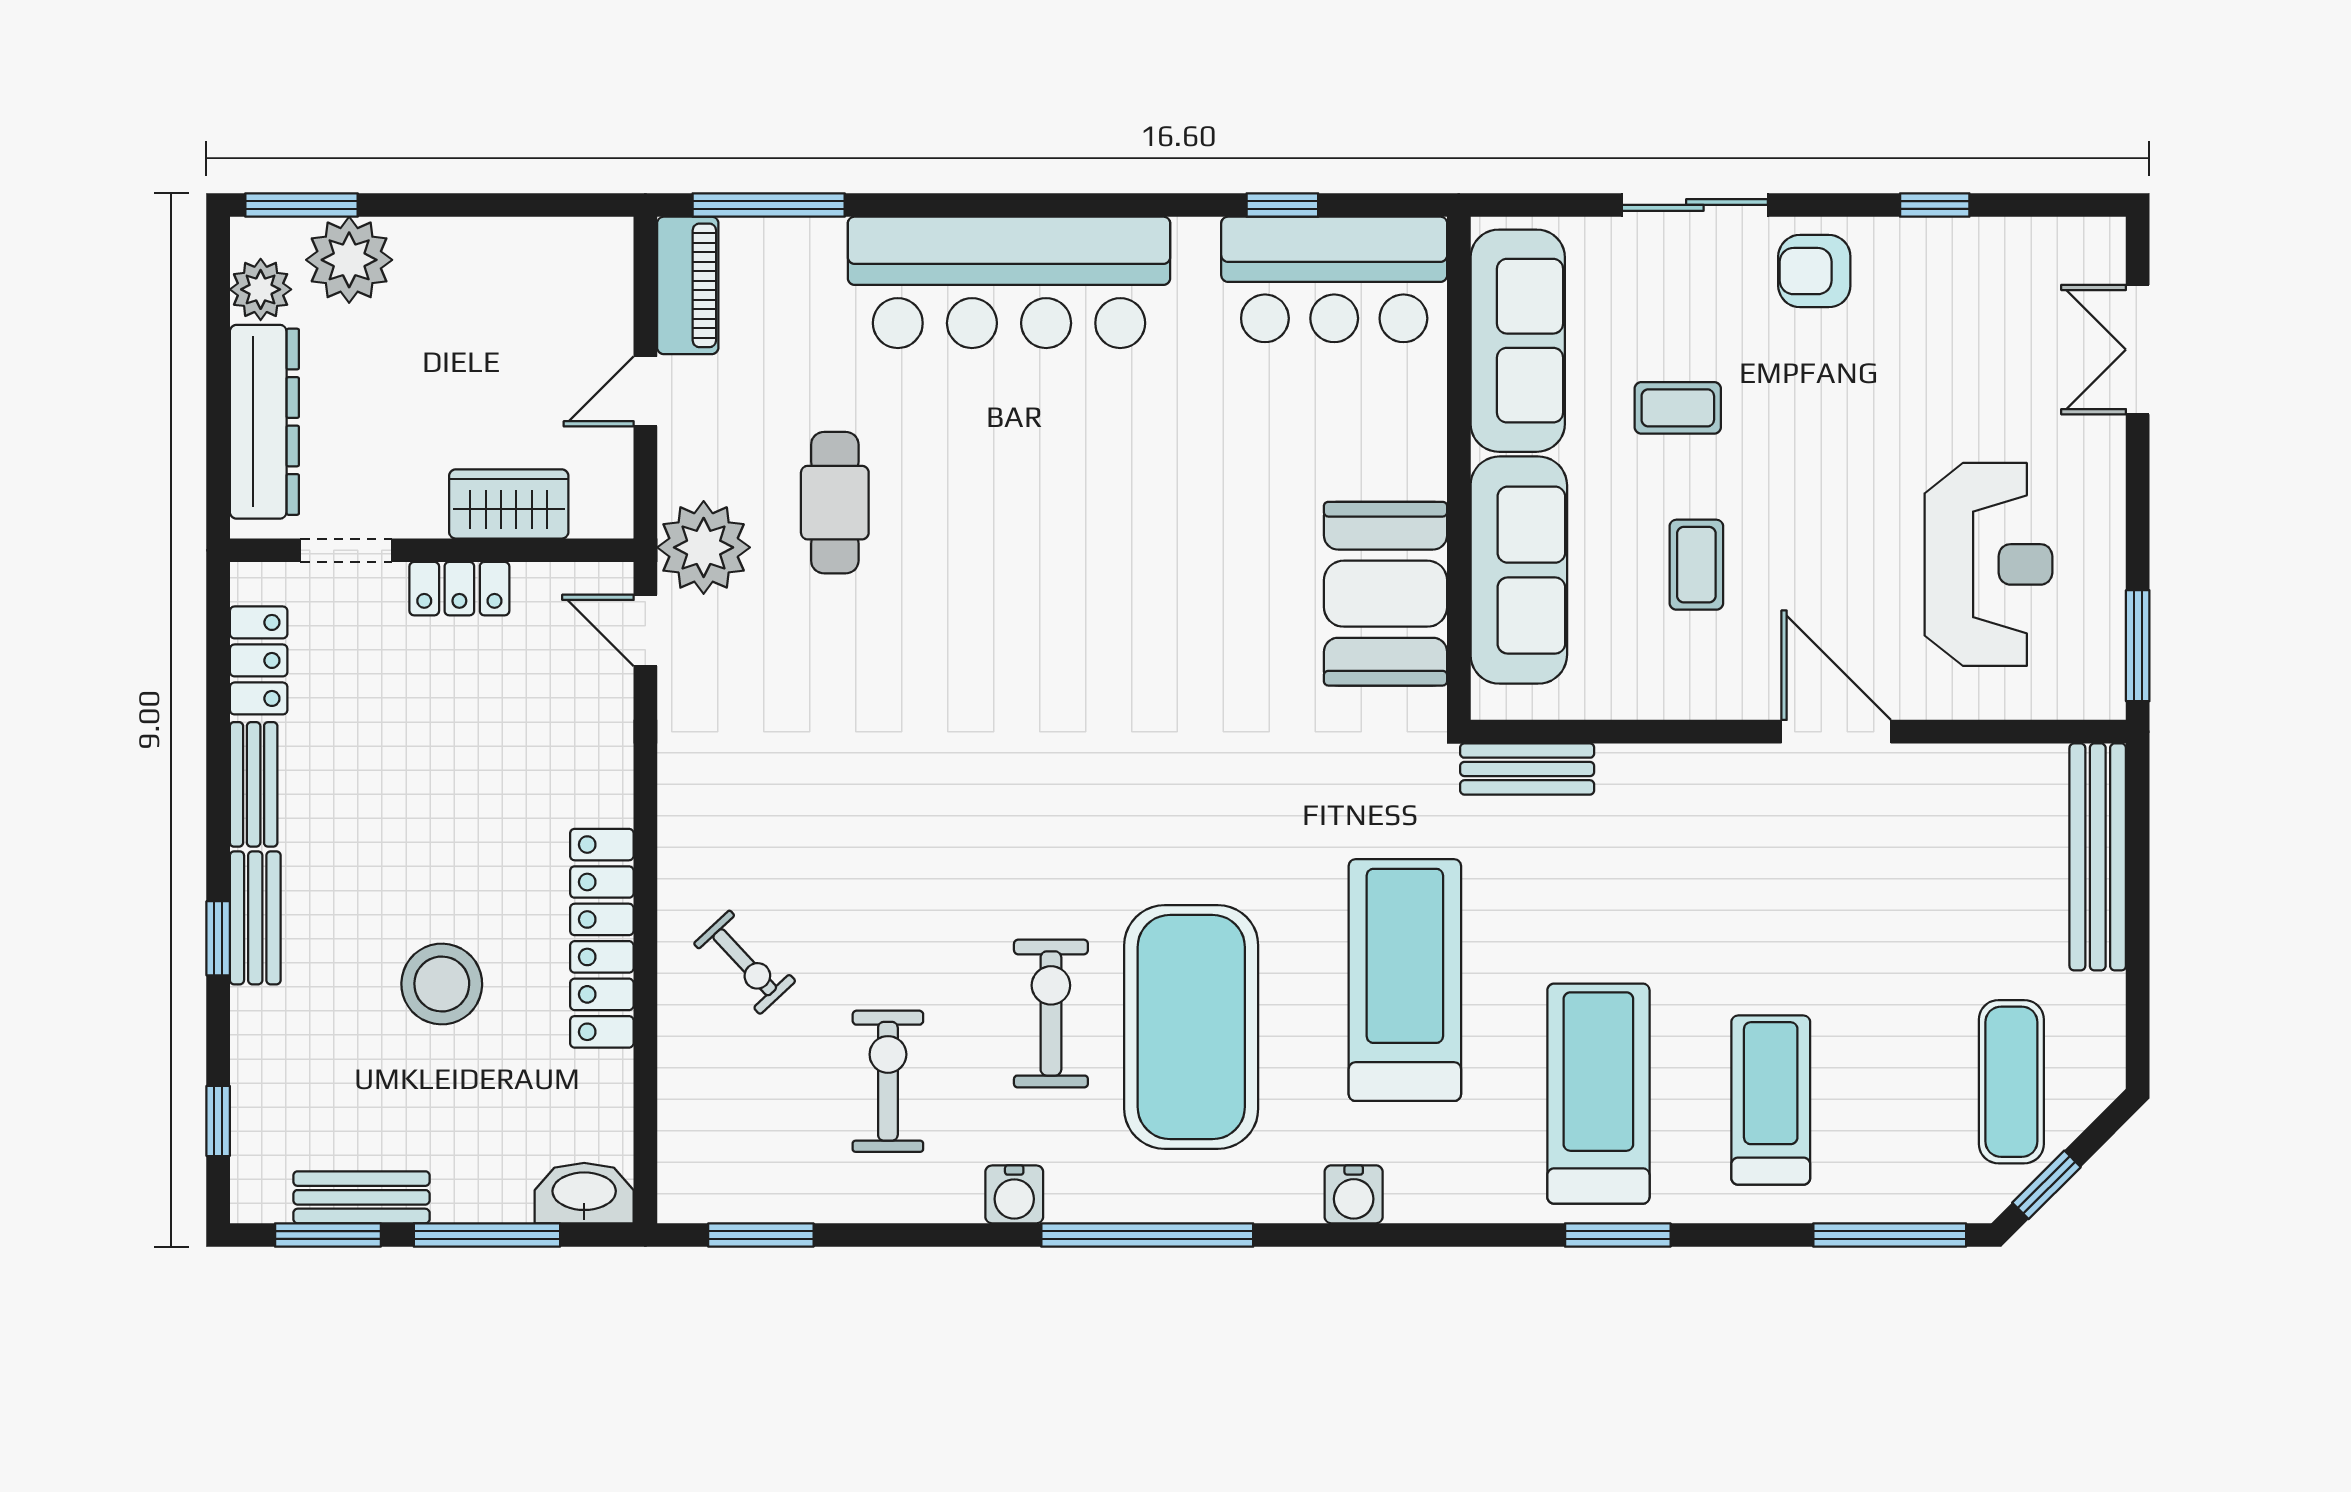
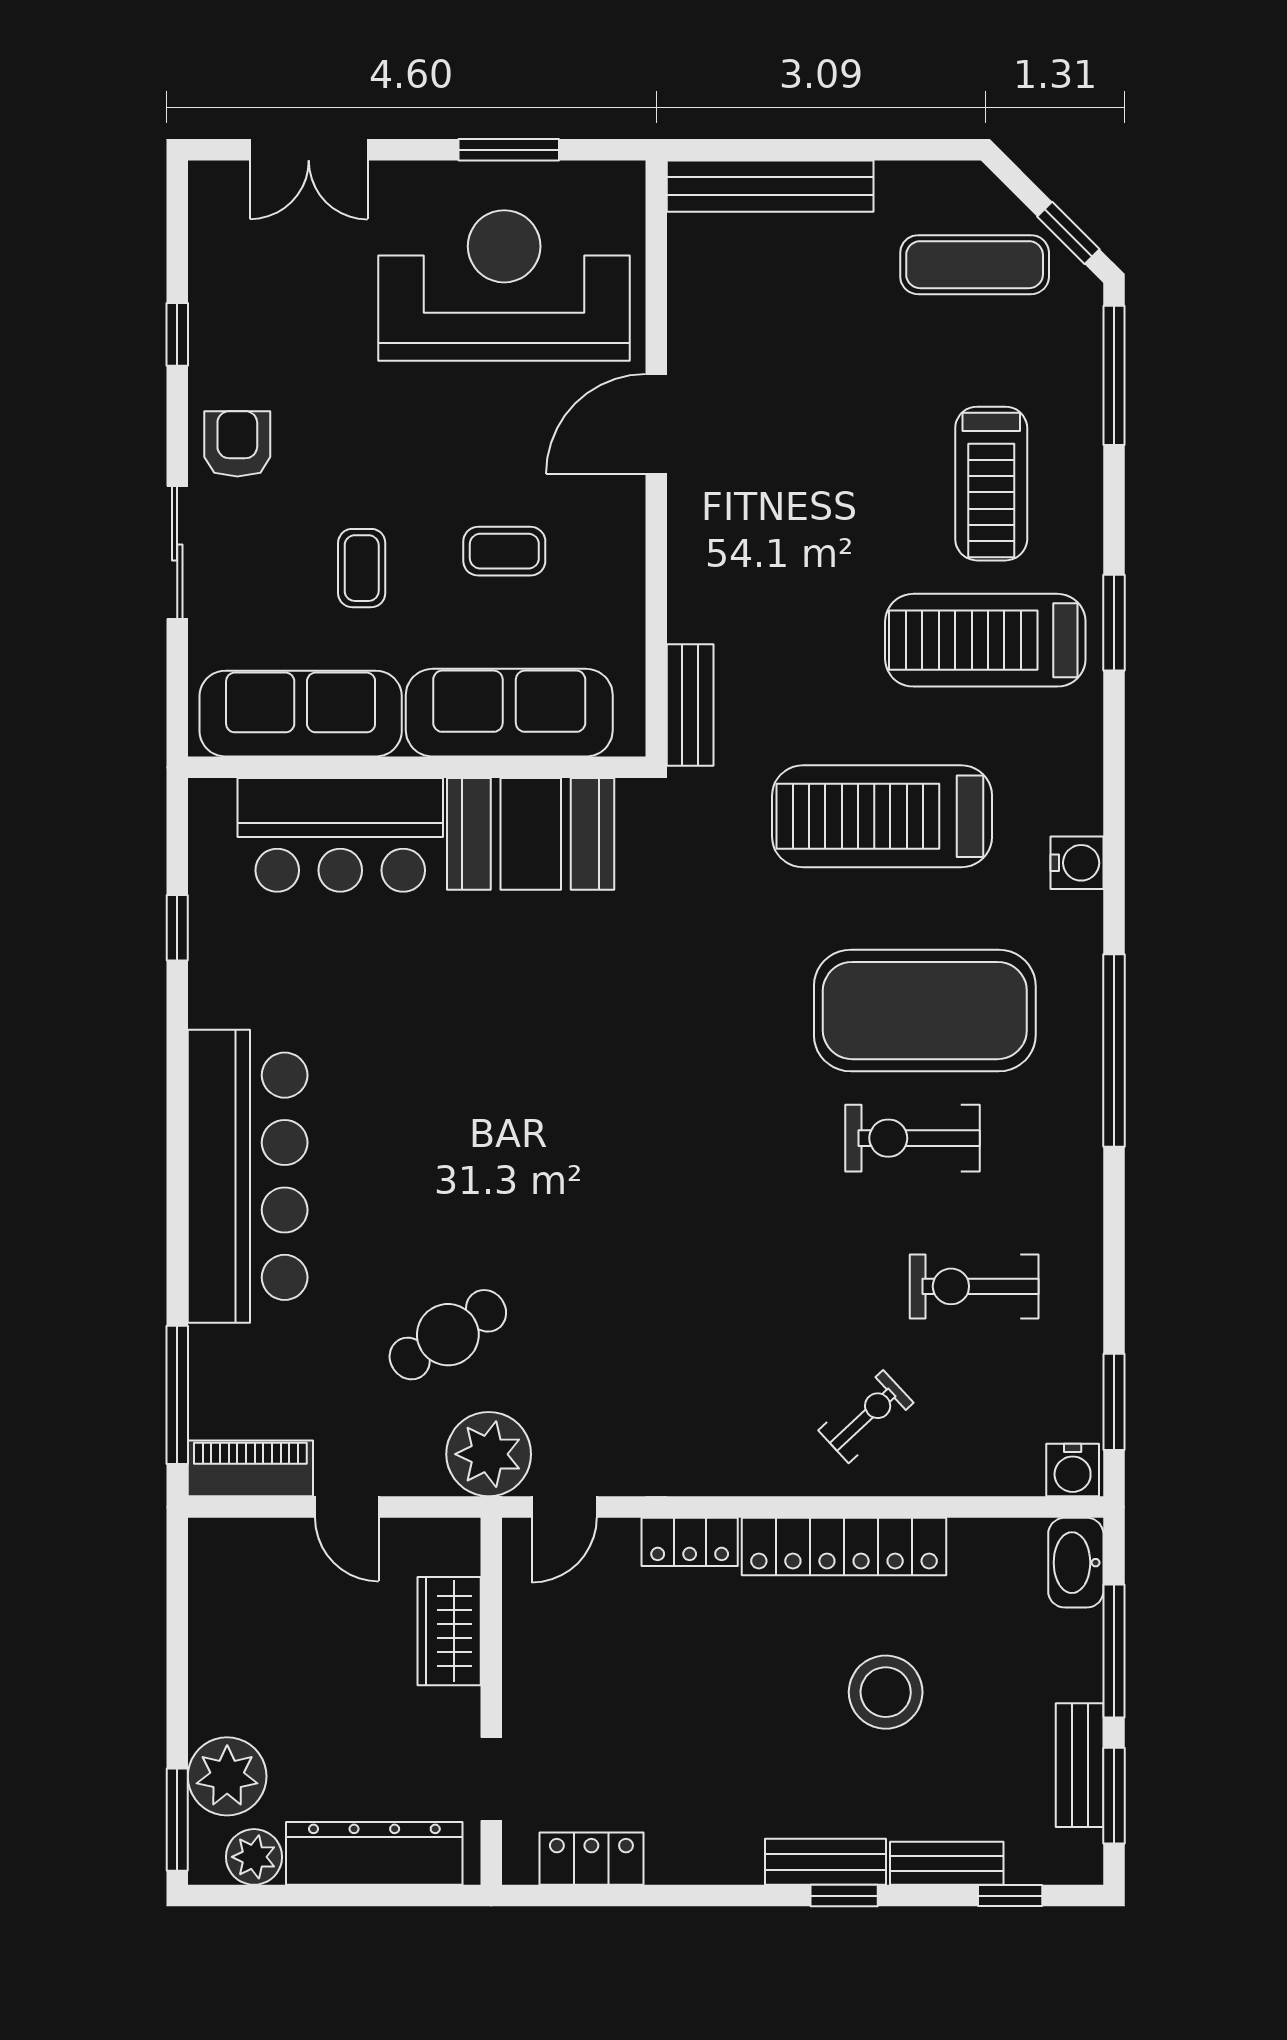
armchair: (1814, 271) -> (237, 444), turned 180
bar counter: (1334, 279) -> (340, 835), moved, turned 90
cafe table: (835, 503) -> (448, 1335), turned -32
reception desk: (1988, 564) -> (504, 286), width x1.36, depth x1.30
locker: (459, 589) -> (690, 1542), moved, turned 90
window: (2138, 646) -> (509, 150), moved
bench: (254, 784) -> (947, 1863), moved
treadmill: (1771, 1100) -> (991, 484), turned -90
water cooler: (1014, 1194) -> (1073, 1470), moved, turned 90

